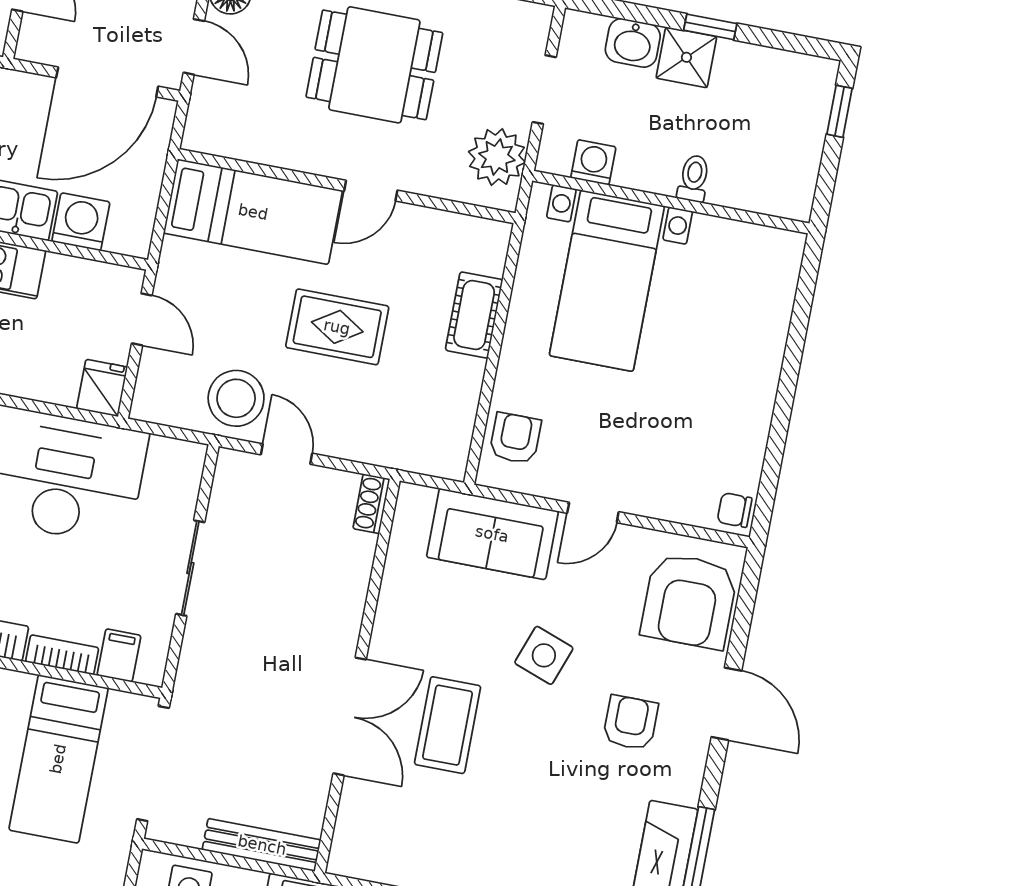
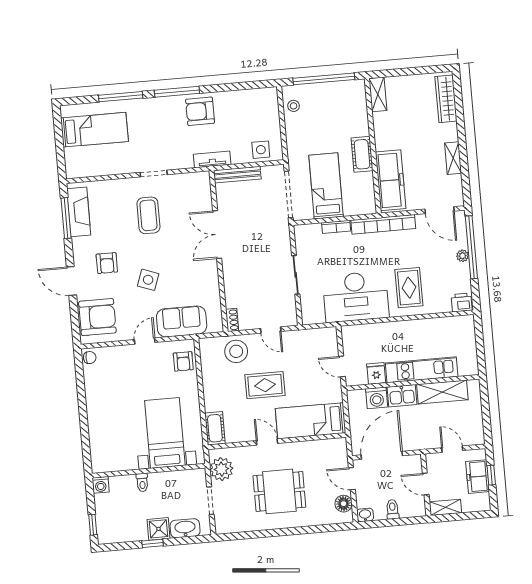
washbasin: (633, 43) -> (185, 528), width x1.38
washing machine: (593, 162) -> (101, 485), moved
door: (371, 191) -> (267, 442), hinge flipped
cot: (474, 315) -> (215, 428), moved
fridge: (102, 388) -> (376, 373), moved, turned 180
stool: (236, 398) -> (236, 351), moved
armchair: (689, 601) -> (97, 317), turned 90
filing cabinet: (119, 655) -> (314, 233), removed
coffee table: (448, 725) -> (148, 215), moved

